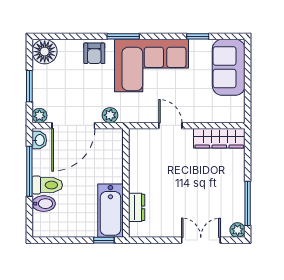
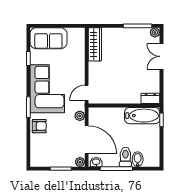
floor lamp: (45, 52) -> (38, 159), removed
door: (170, 126) -> (87, 93), moved
dresser: (137, 207) -> (150, 98), moved

